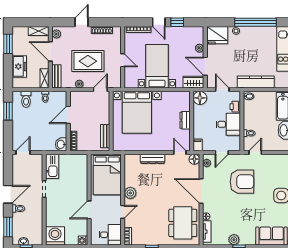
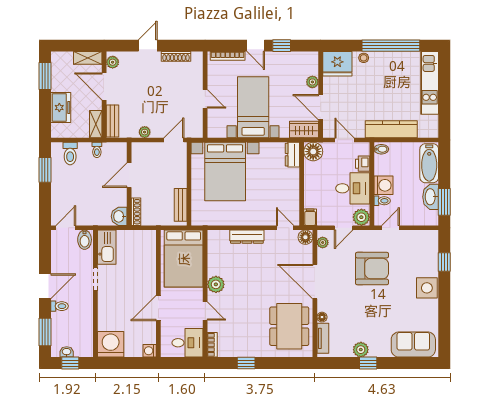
rug: (88, 61) -> (157, 100), removed
dresser: (185, 120) -> (292, 155), moved
washing machine: (250, 122) -> (383, 185), added
plant: (234, 145) -> (361, 217), added
bidet: (36, 161) -> (85, 240), added
door: (123, 212) -> (205, 311), hinge flipped

